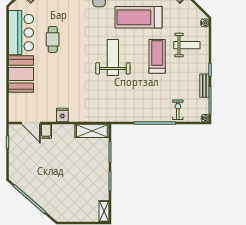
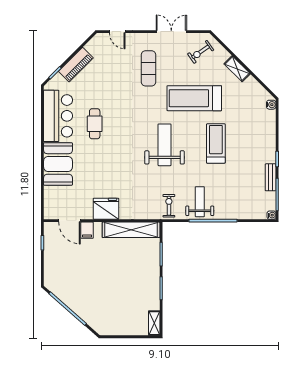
weight bench: (187, 45) -> (200, 202), moved, turned -90
exercise bike: (178, 110) -> (169, 206), moved
fridge: (62, 115) -> (106, 209), width x1.88, depth x1.34
shelving: (92, 131) -> (131, 230), width x1.47

